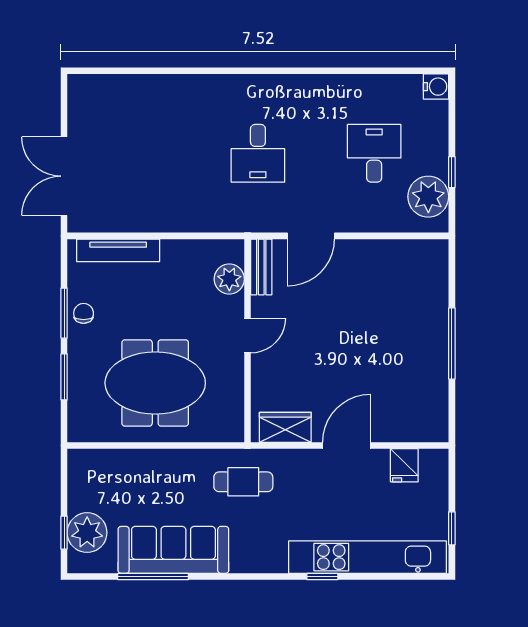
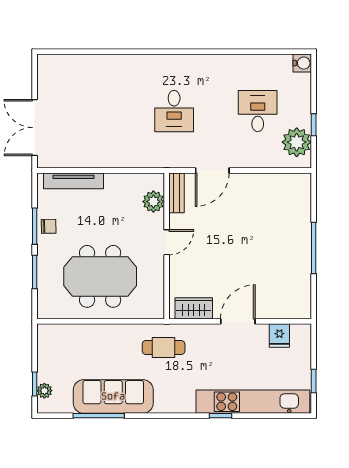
chair: (84, 313) -> (49, 226), turned 89
plant: (87, 533) -> (44, 391), width x0.53, depth x0.53

